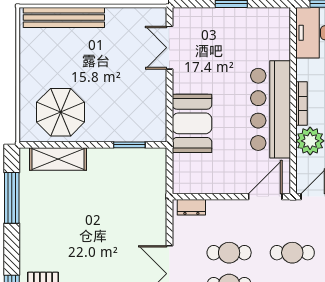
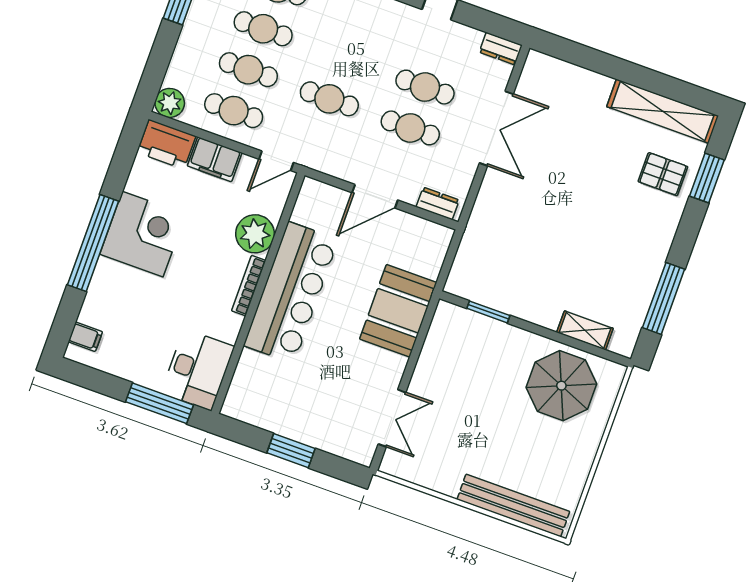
shelving: (58, 159) -> (585, 330), width x0.67, depth x0.75
door: (265, 197) -> (375, 196), moved

